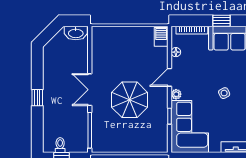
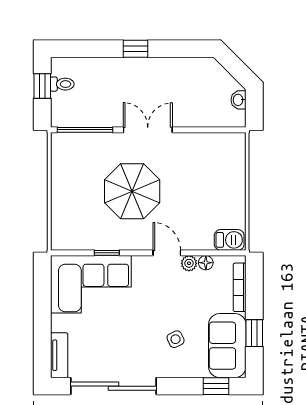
washbasin: (76, 33) -> (238, 100), width x0.52, depth x0.69
side table: (224, 93) -> (176, 339), moved
plant: (176, 94) -> (189, 263), moved

